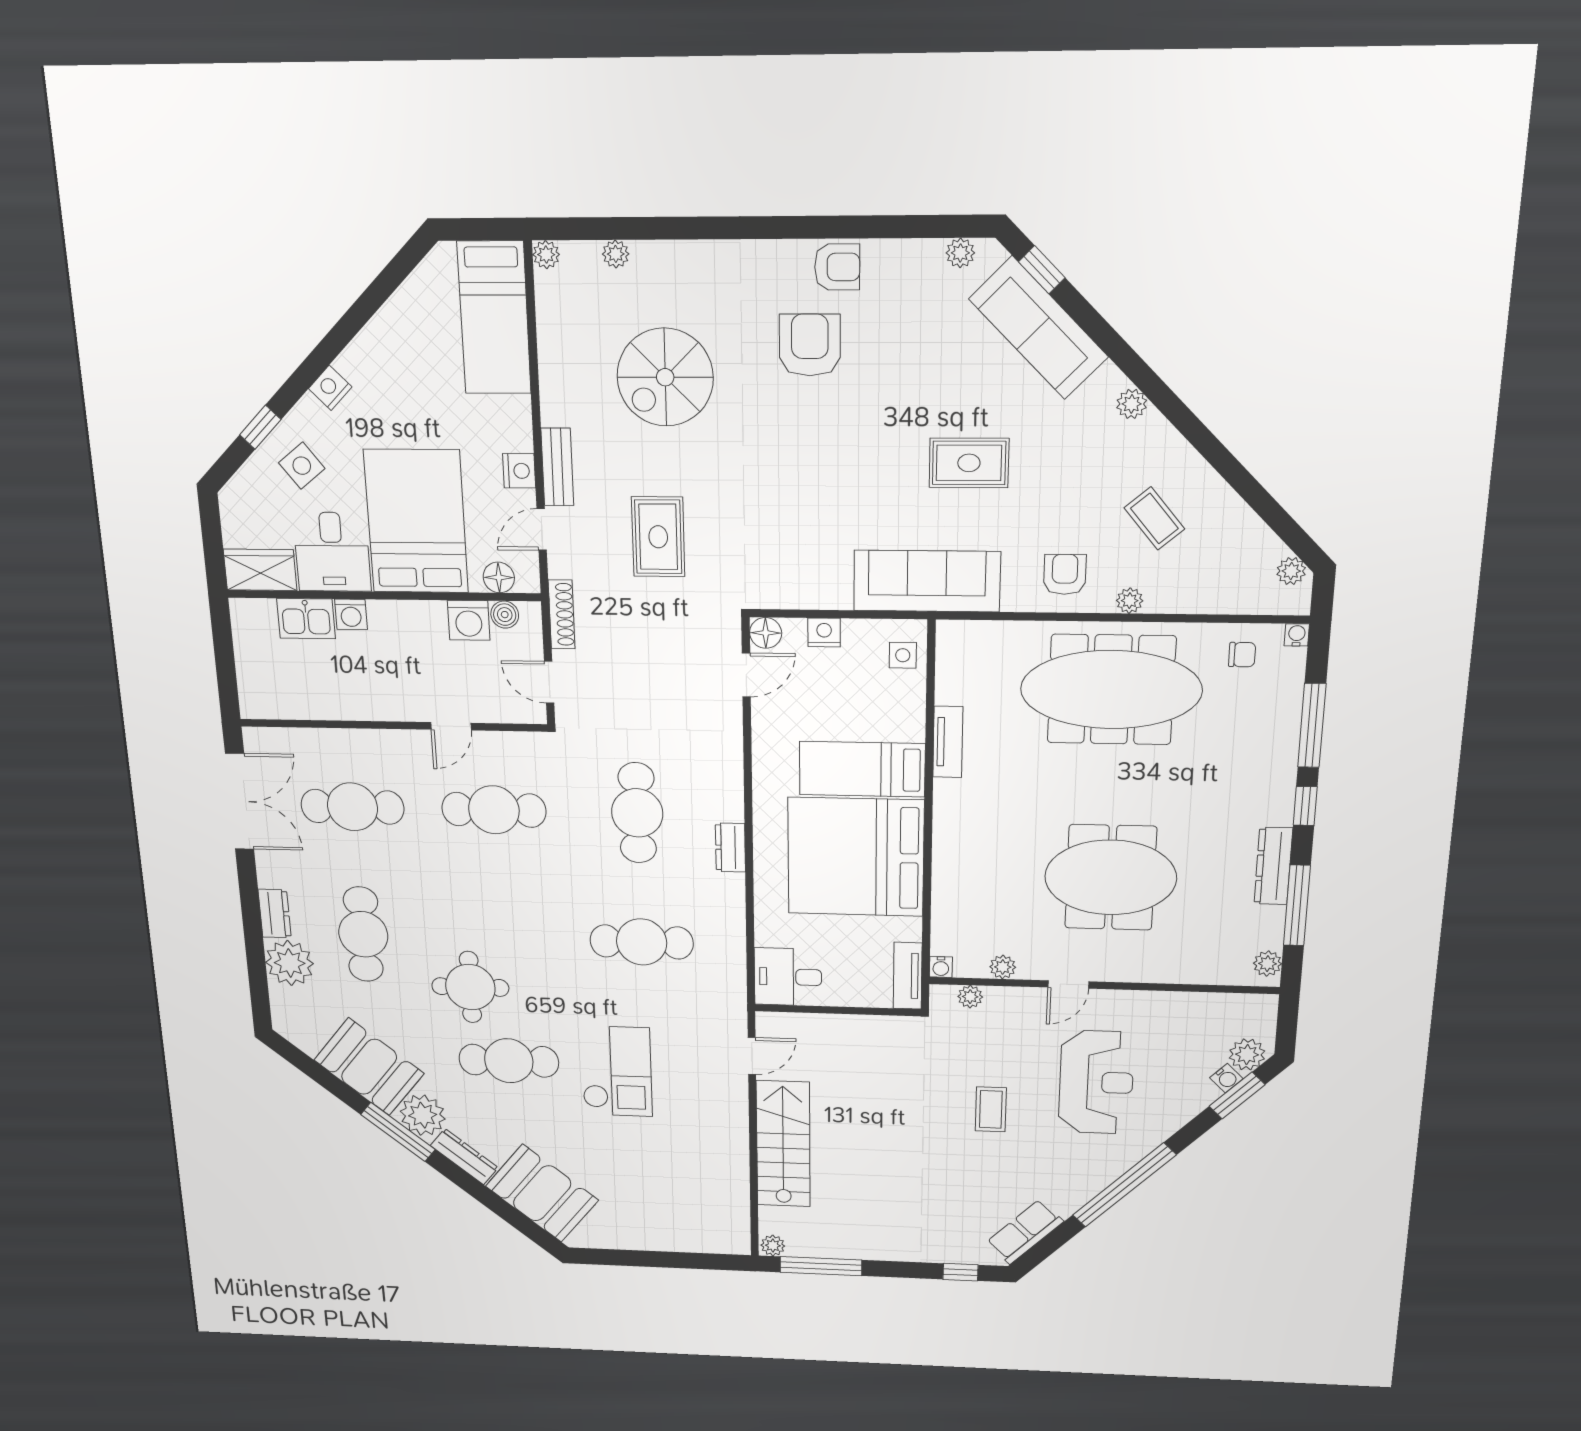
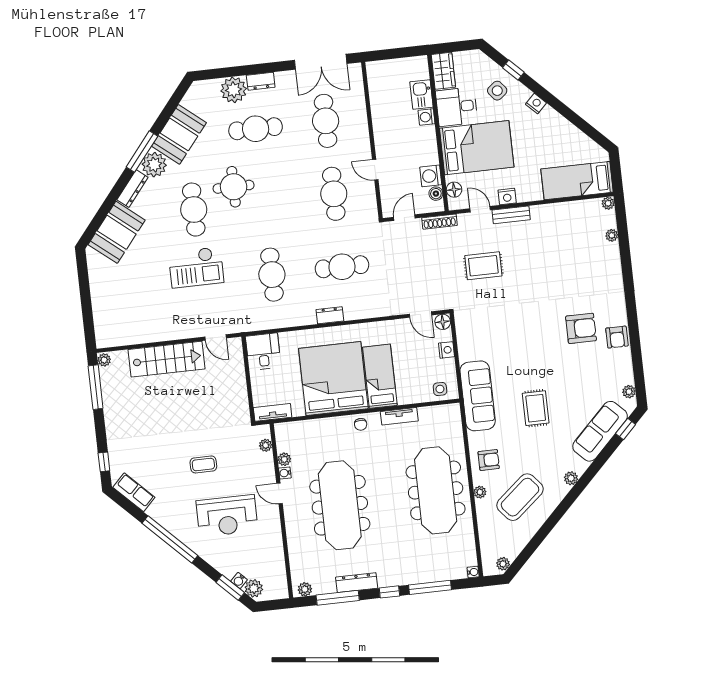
spiral stairs: (665, 377) -> (559, 263), removed
coffee table: (1154, 518) -> (520, 497), width x1.86, depth x1.72
chair: (1242, 655) -> (361, 424), moved
meeting table: (1111, 877) -> (340, 505), width x1.36
water cooler: (941, 967) -> (285, 473), moved

